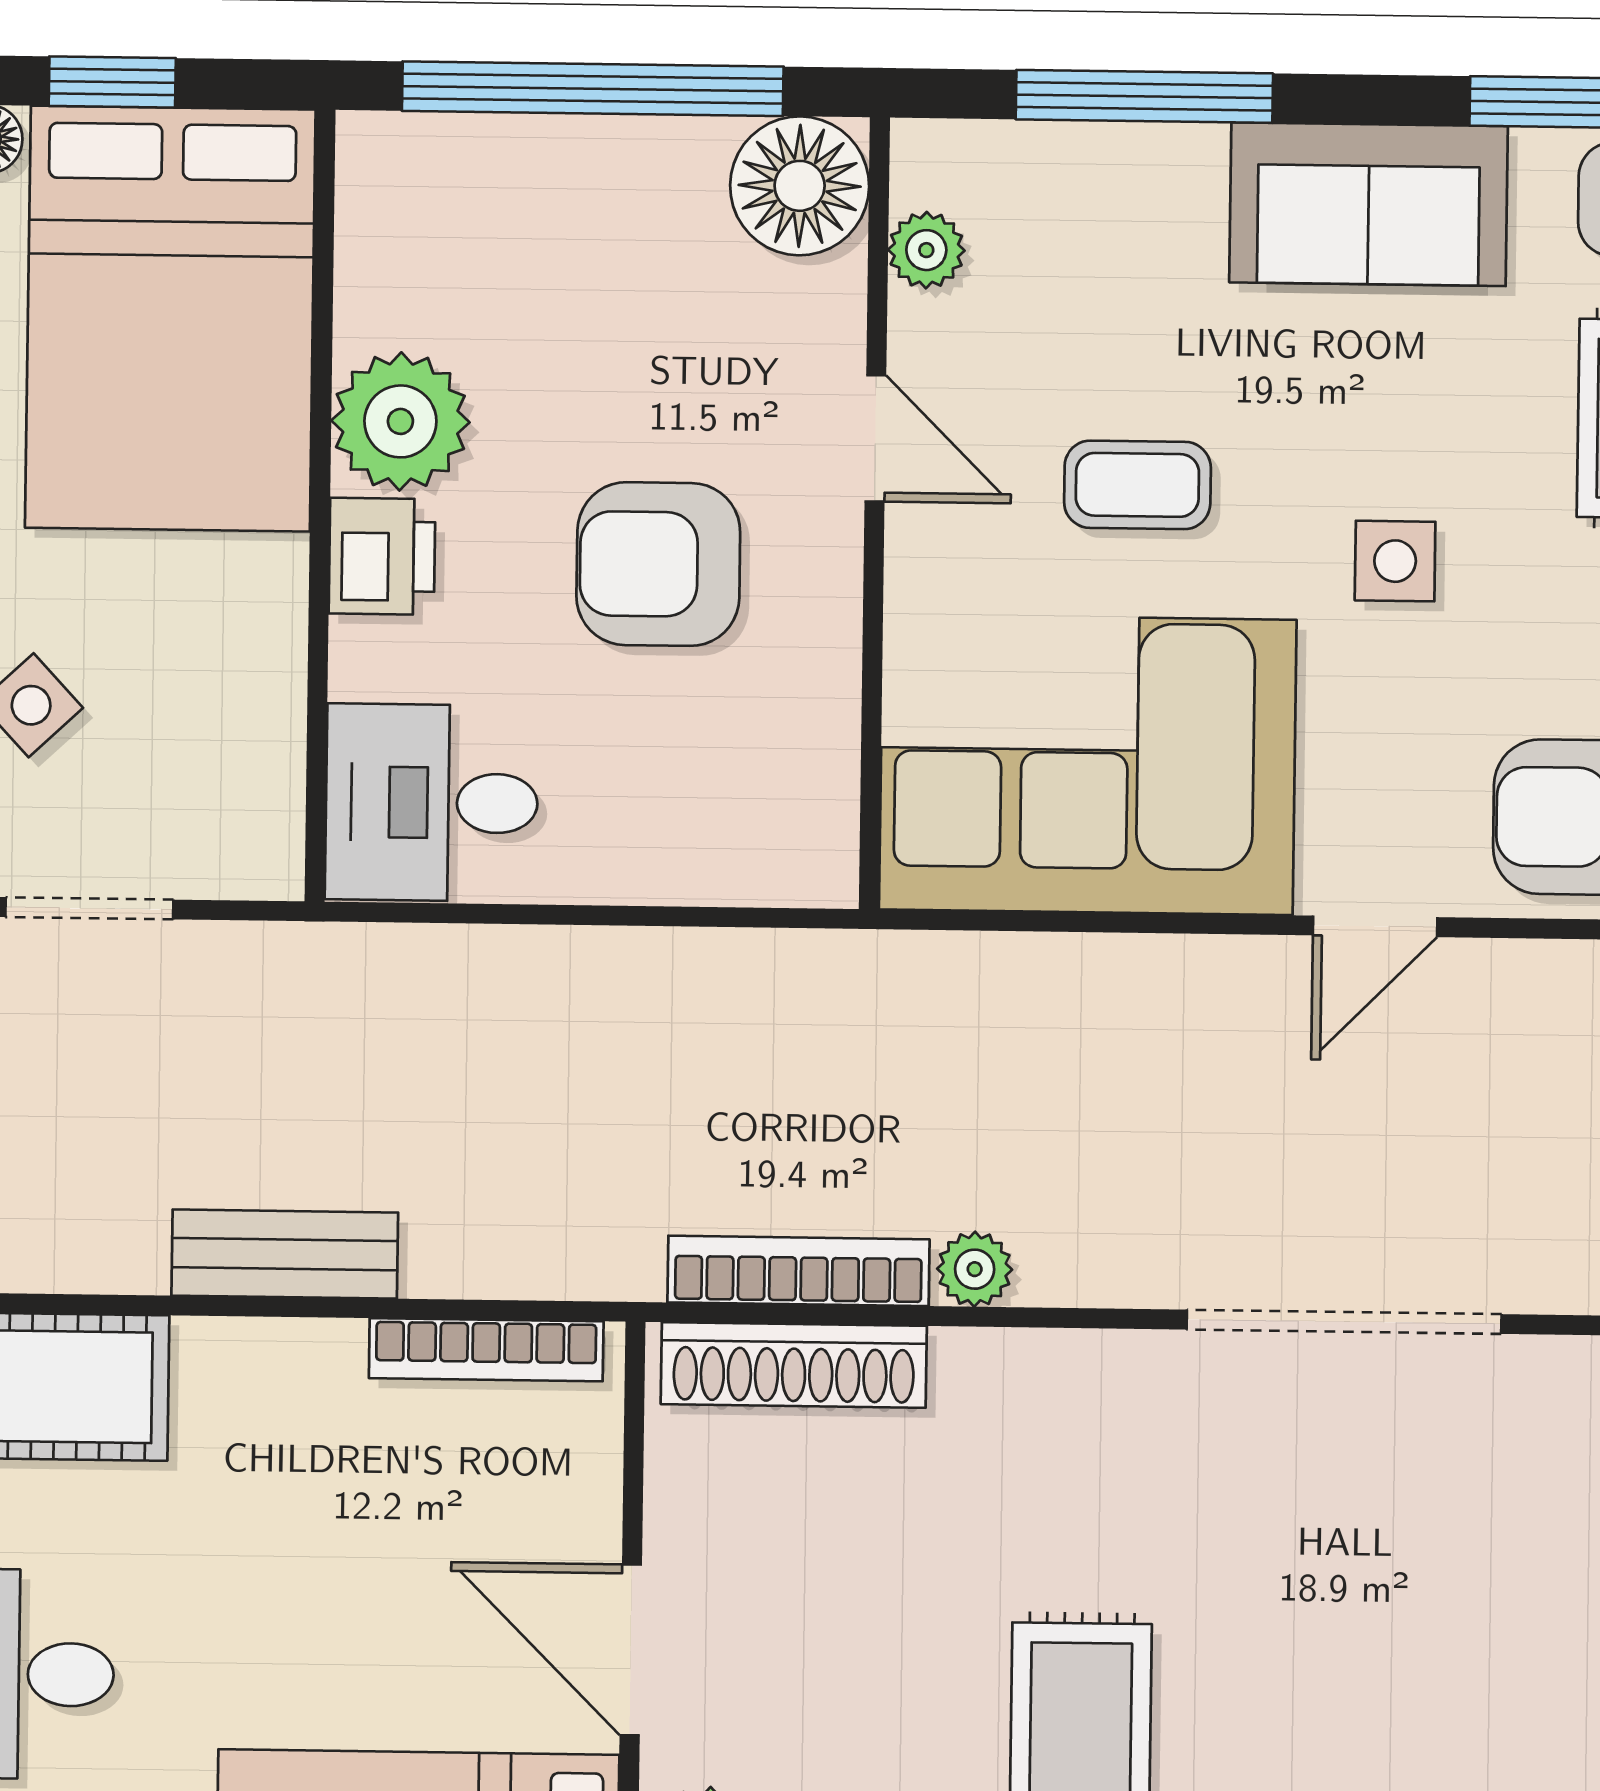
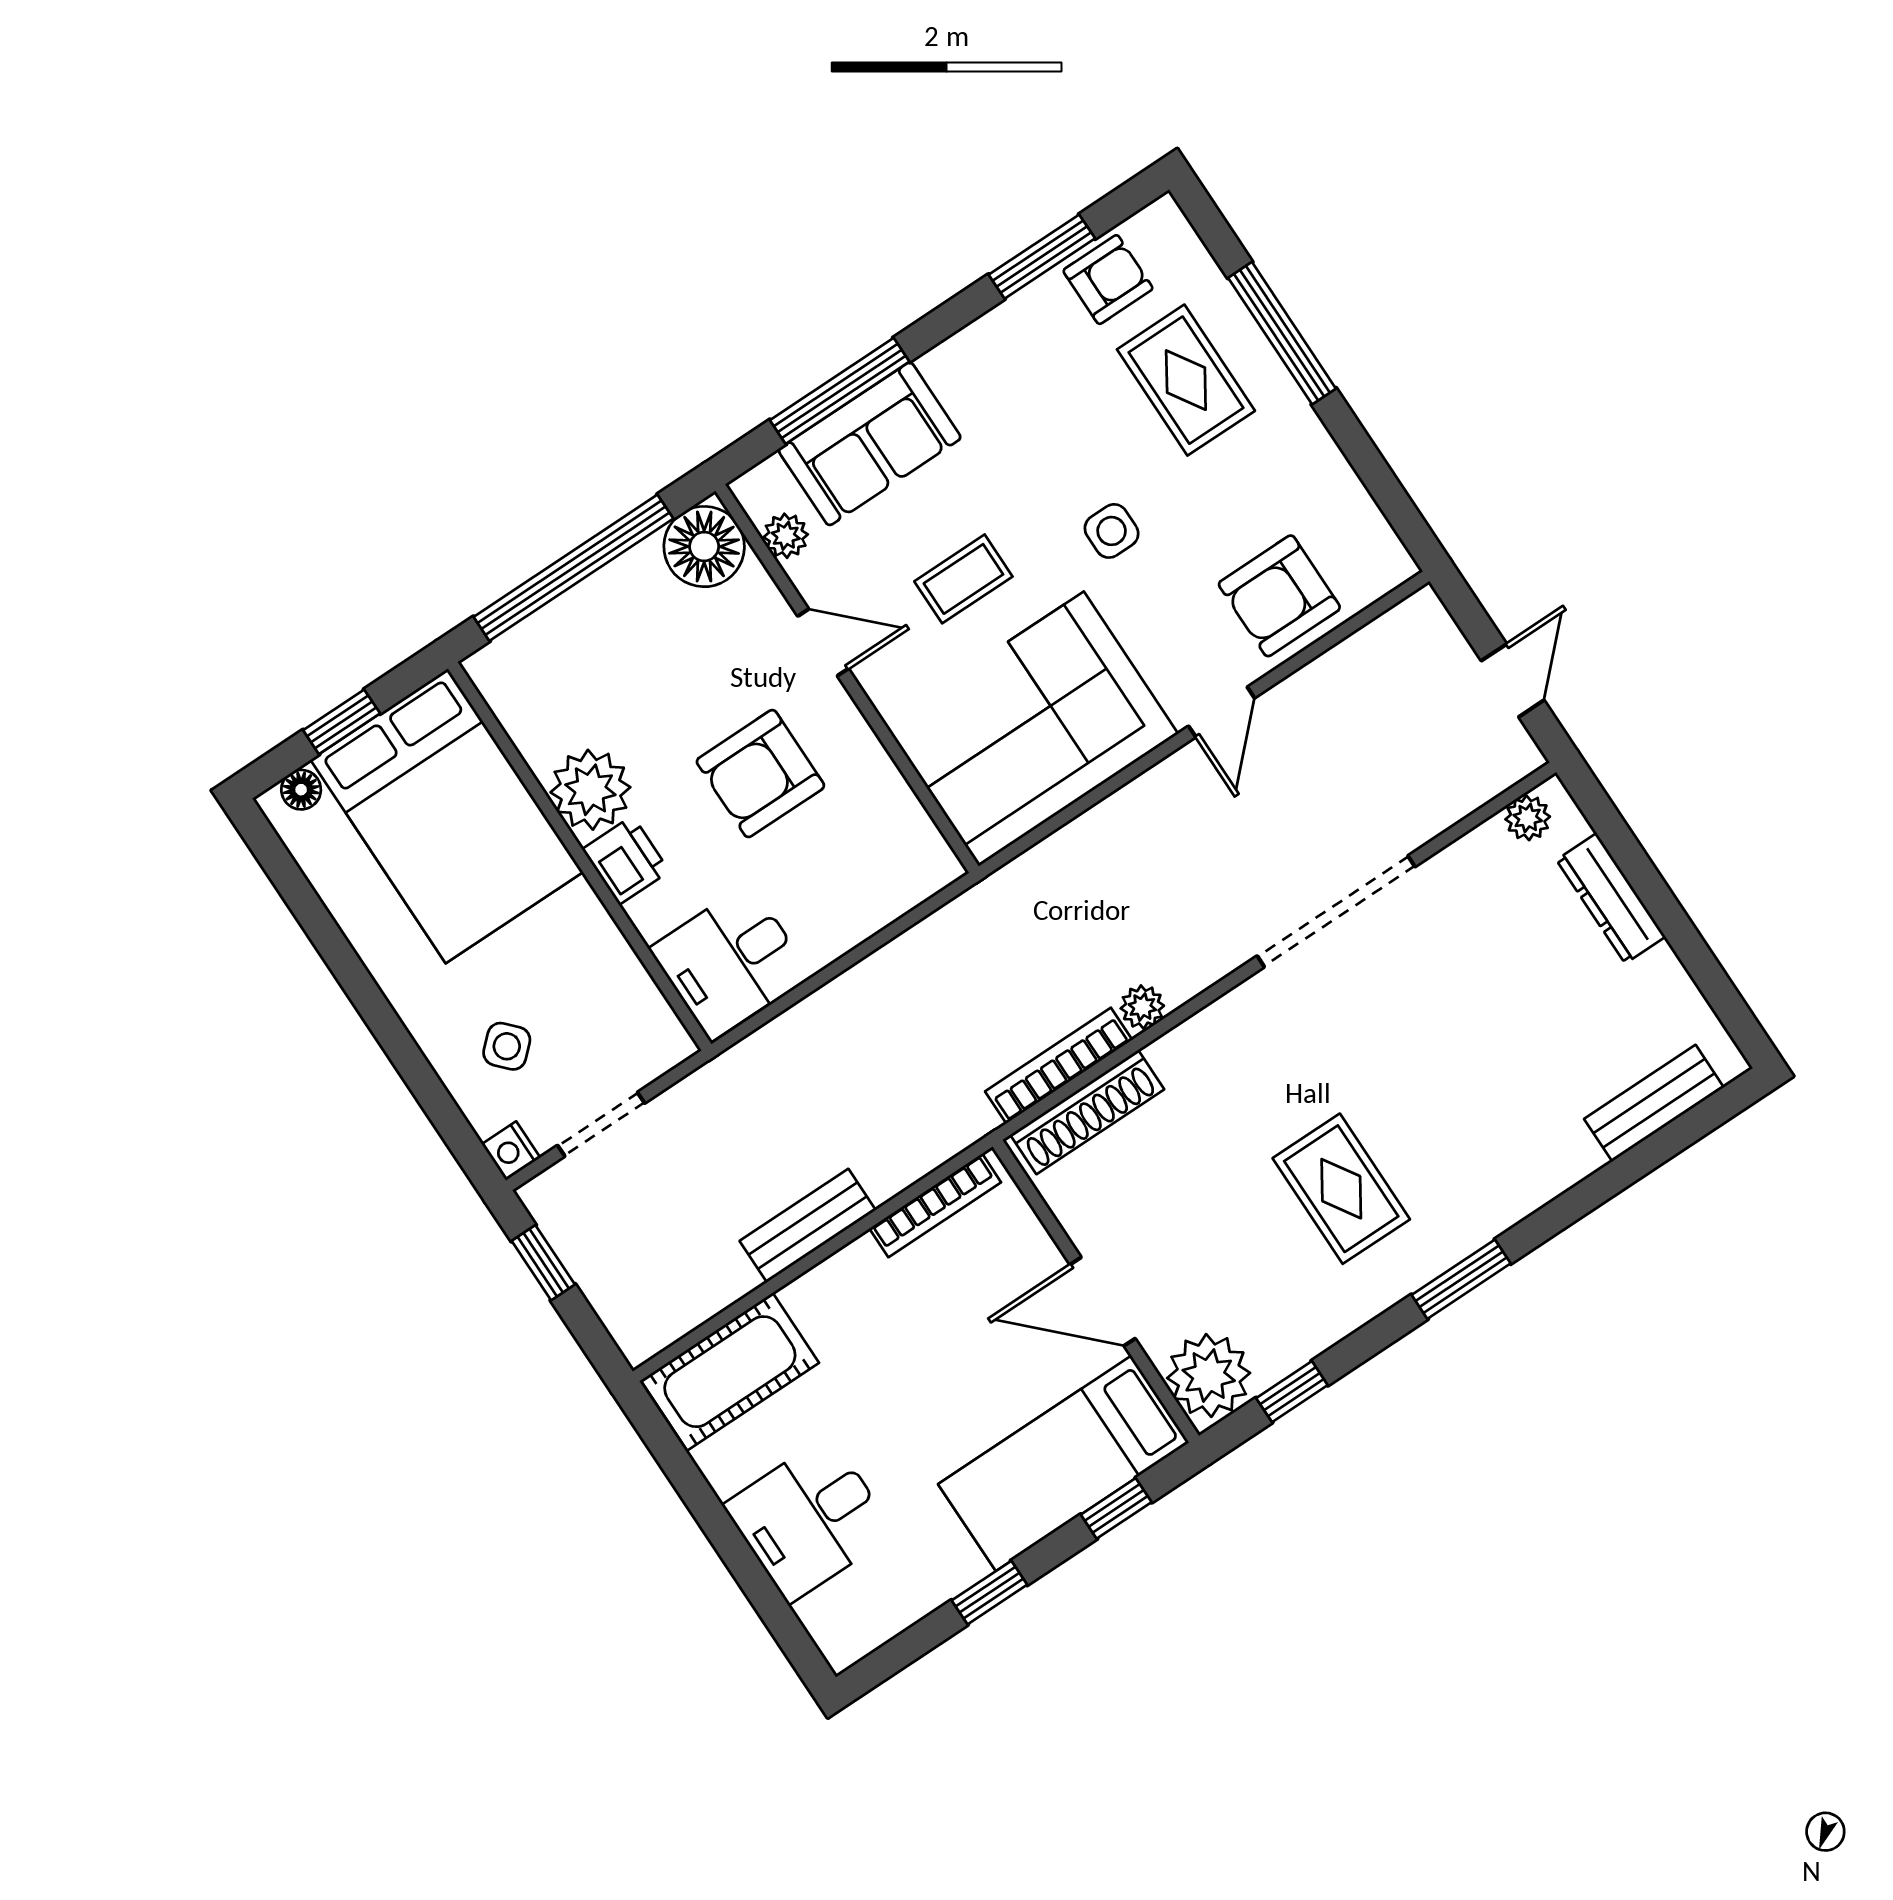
sofa: (1369, 204) -> (870, 444), moved

